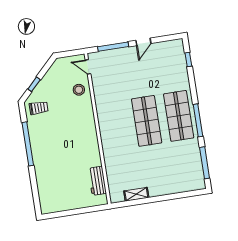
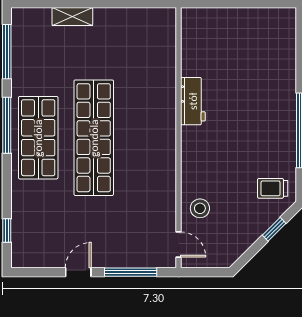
shop shelf: (147, 121) -> (94, 138), width x1.40
workbench: (97, 181) -> (193, 101), moved
shelving: (136, 194) -> (72, 16), moved

